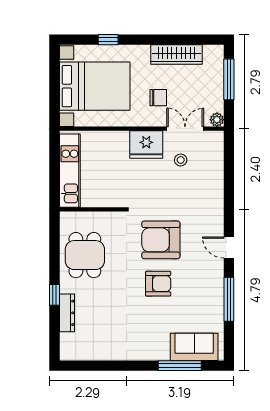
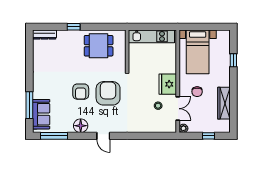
window: (229, 79) -> (208, 136), width x0.46
bed with nightstands: (95, 86) -> (198, 52), width x0.73
door: (229, 248) -> (103, 136), swing flipped
floor lamp: (213, 284) -> (81, 126), added
window: (229, 299) -> (54, 136), moved
dresser: (67, 313) -> (44, 35), moved

